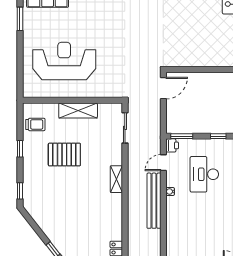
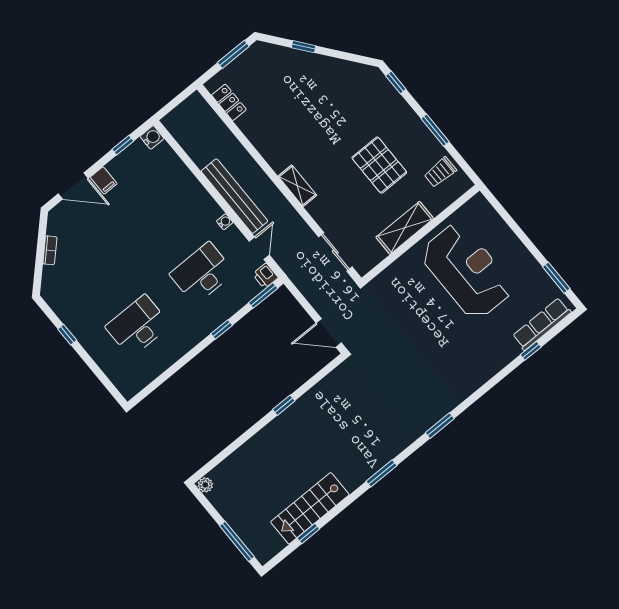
reception desk: (64, 61) -> (467, 271), turned -90
window: (218, 70) -> (284, 405), added
door: (163, 88) -> (329, 333), hinge flipped
window: (20, 149) -> (435, 130), width x1.50
pallet: (64, 155) -> (379, 165), turned 90
desk: (204, 174) -> (202, 273), turned -90

